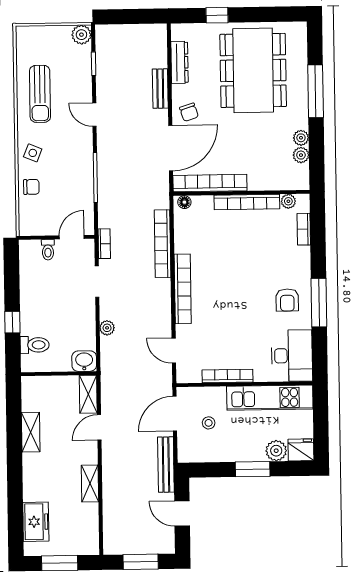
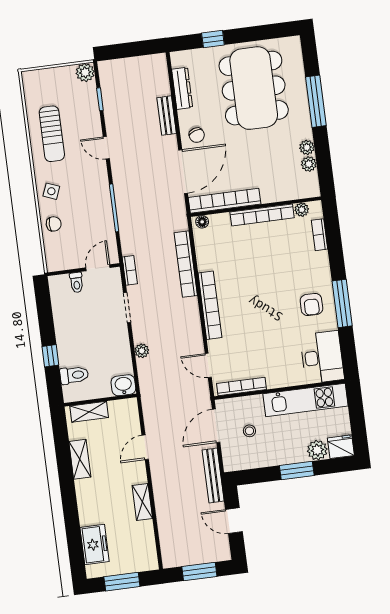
bookcase: (228, 376) -> (242, 387), moved
shelving: (88, 394) -> (89, 412), moved, turned 90

